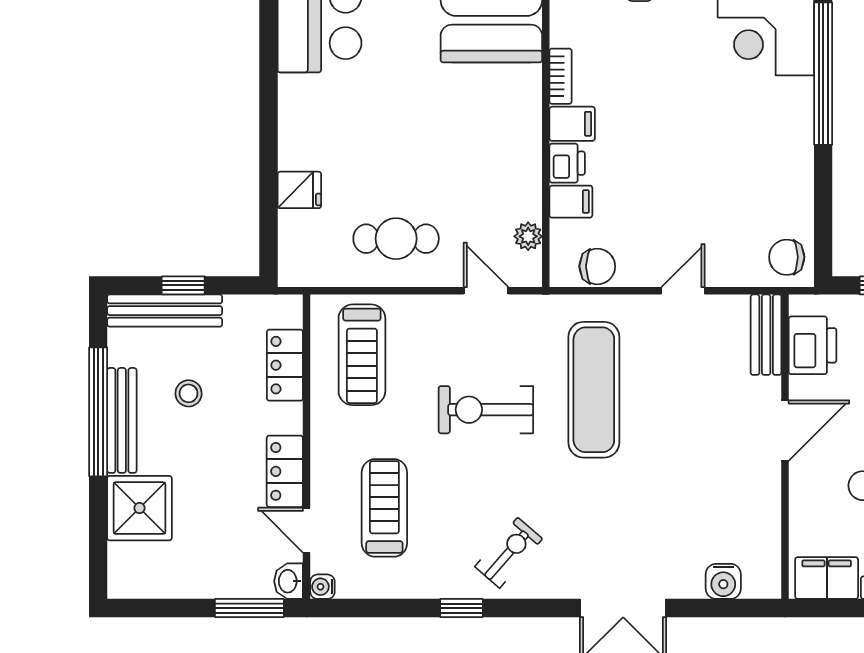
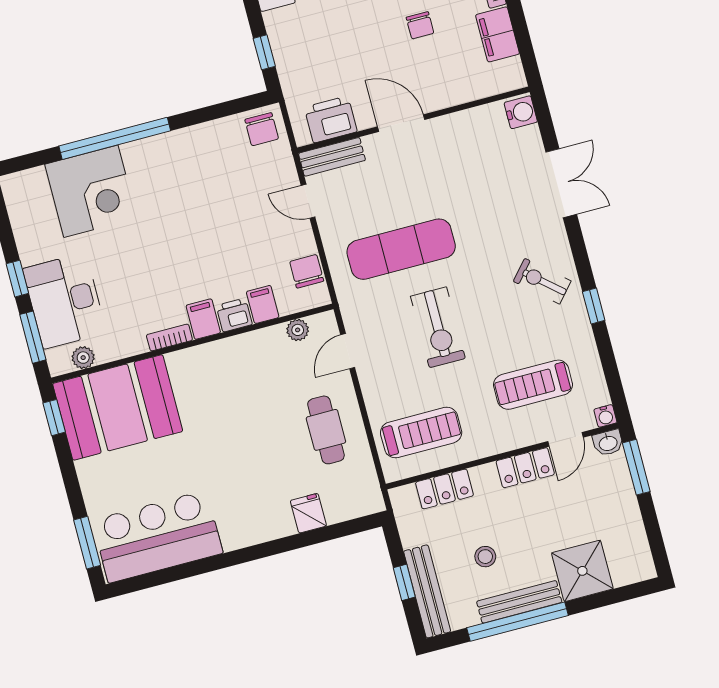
bench: (766, 335) -> (332, 157), moved
printer: (813, 345) -> (331, 119), moved
door: (785, 431) -> (401, 123), moved
wall: (785, 447) -> (413, 120), moved

